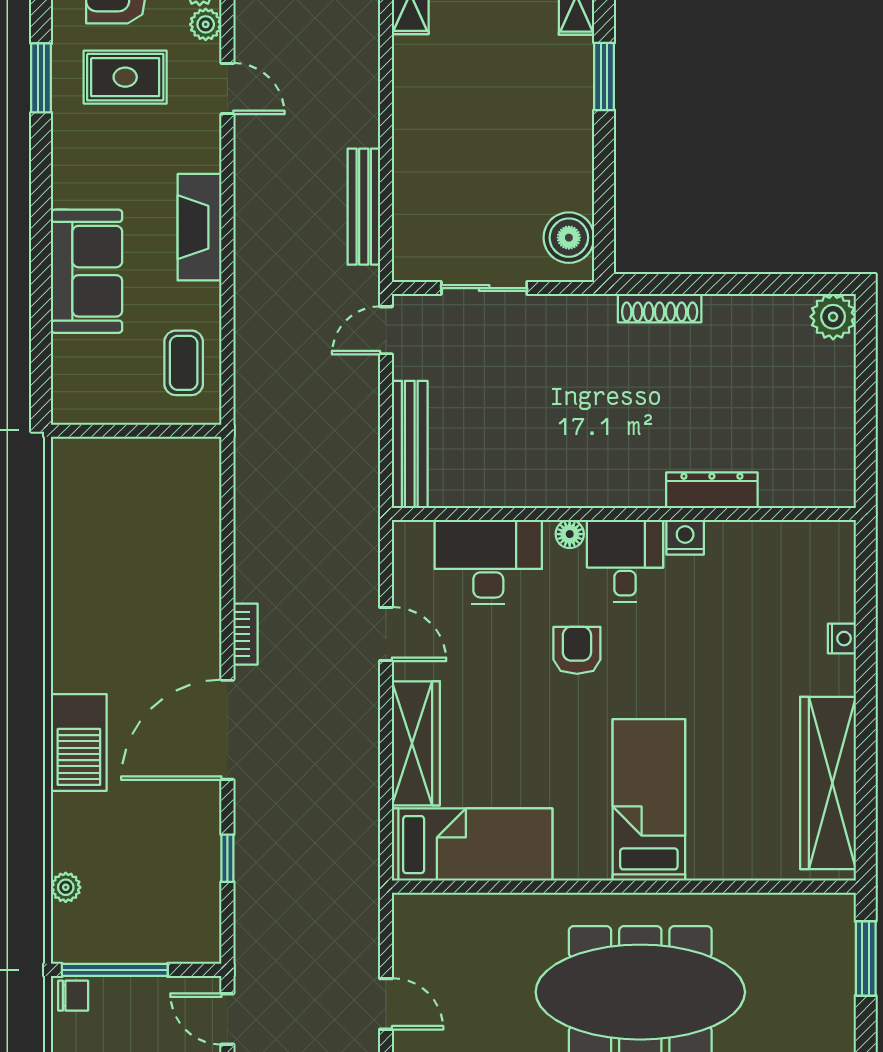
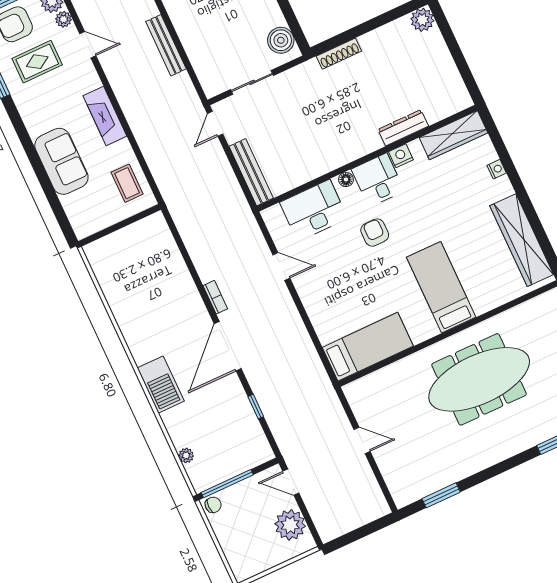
bench: (364, 207) -> (166, 45), moved
wardrobe: (416, 743) -> (453, 135), moved, turned 90

